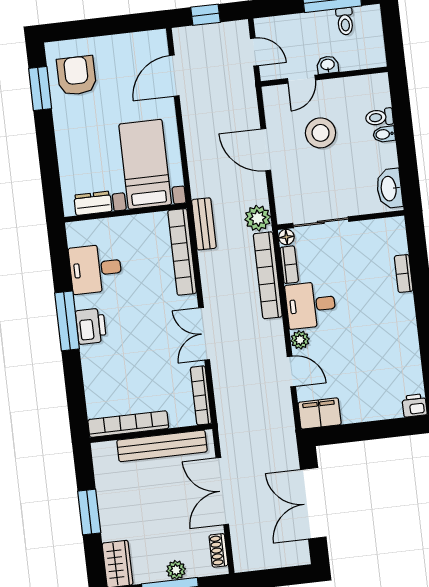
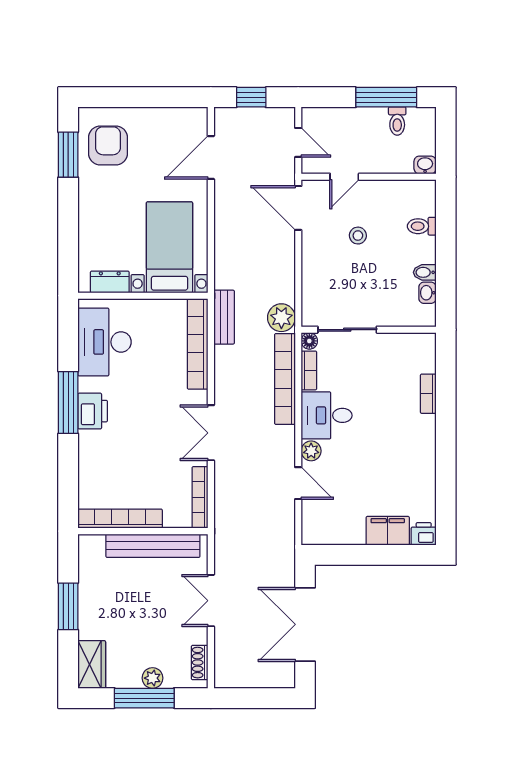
washbasin: (328, 65) -> (425, 165), moved
stool: (321, 133) -> (358, 236), width x0.53, depth x0.53
bidet: (384, 134) -> (425, 272), moved
door: (266, 150) -> (298, 208), moved
washbasin: (389, 189) -> (427, 293), width x0.52, depth x0.69
desk: (96, 269) -> (105, 342), width x1.37
filing cabinet: (320, 414) -> (388, 531), moved
double door: (222, 491) -> (211, 601), width x0.73

